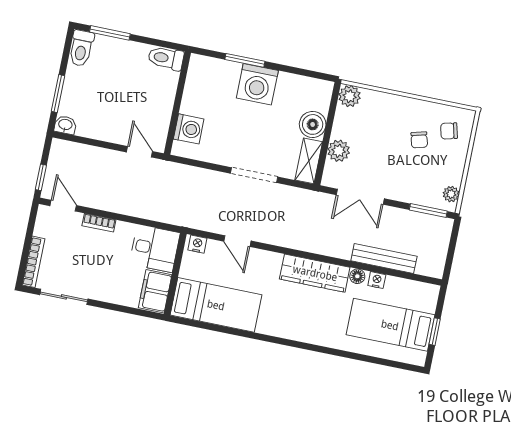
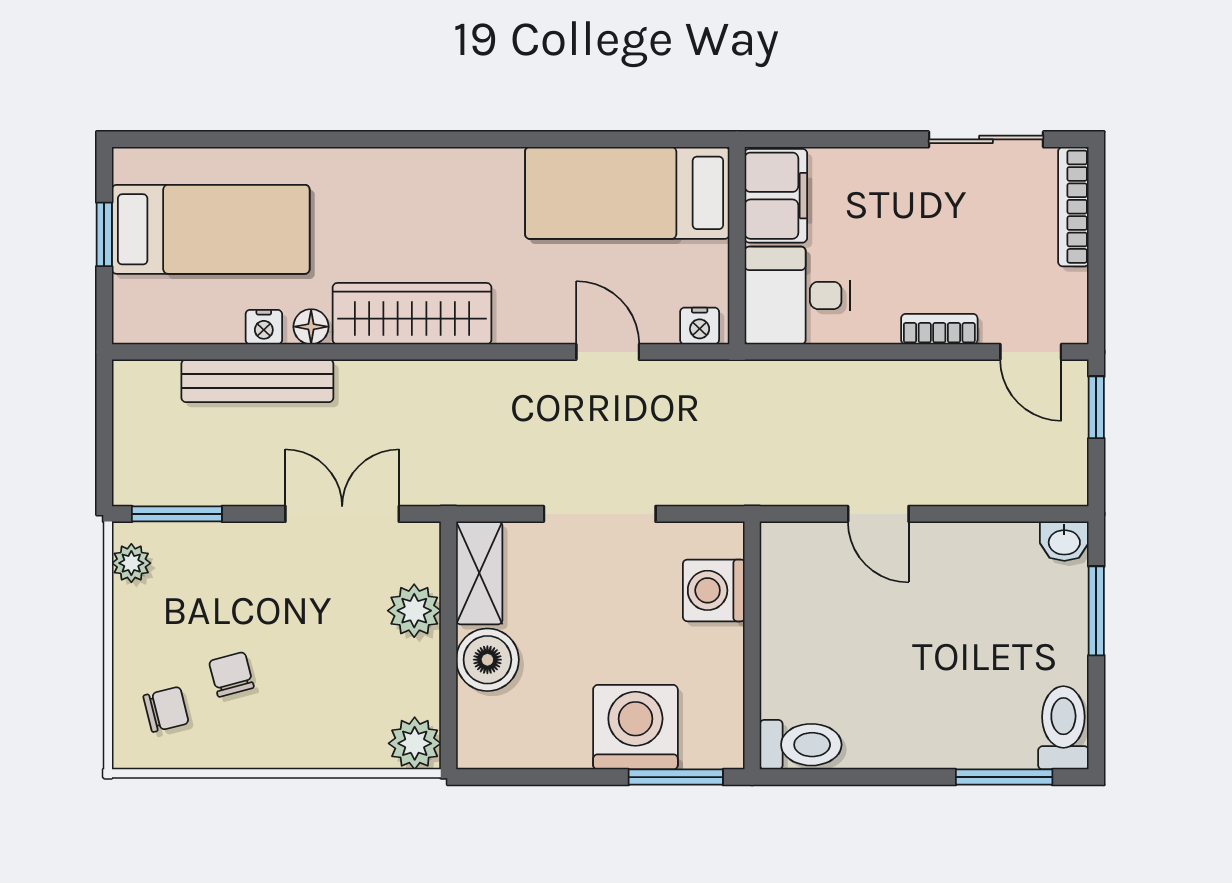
toilet: (166, 58) -> (801, 745), moved
wall: (177, 103) -> (752, 645), moved
washing machine: (189, 129) -> (714, 590), moved

